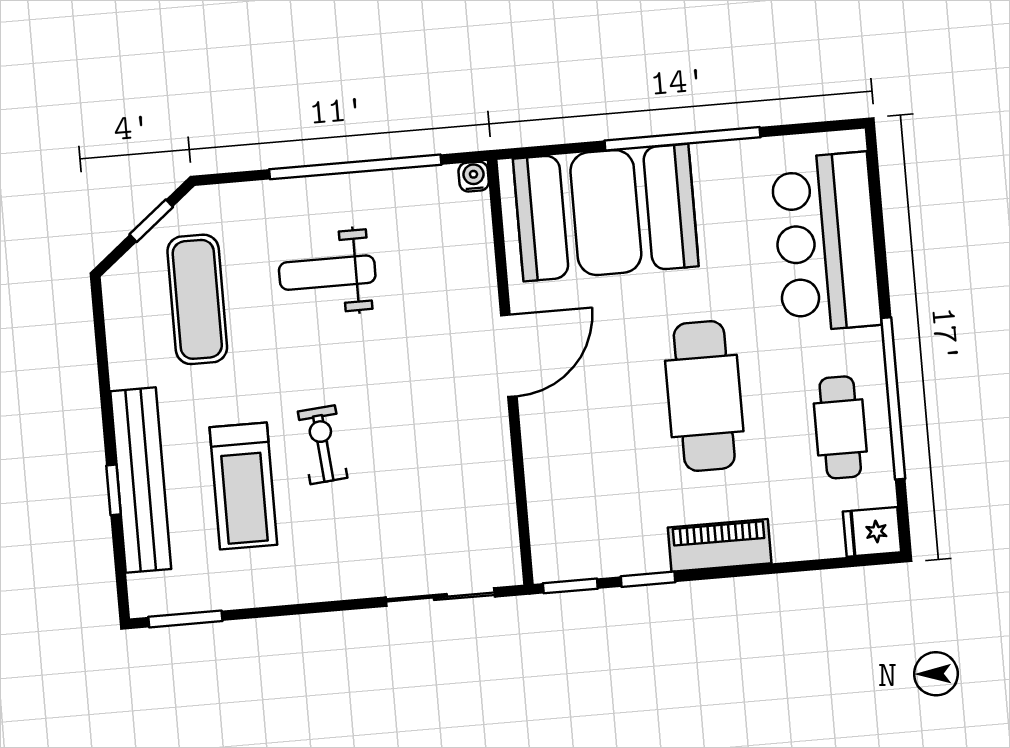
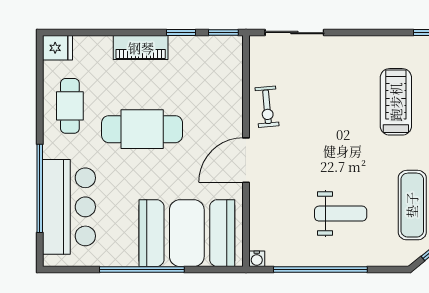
cafe table: (704, 396) -> (142, 129), turned 90
window: (893, 398) -> (40, 188), moved
exercise bike: (323, 445) -> (267, 107), moved

